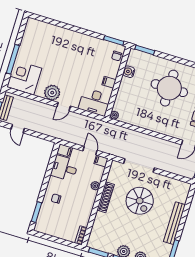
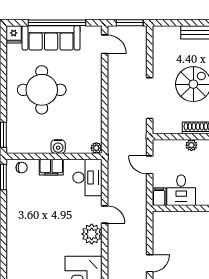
water cooler: (129, 72) -> (58, 147), moved
filing cabinet: (109, 82) -> (51, 167), width x2.00
door: (90, 151) -> (150, 165), hinge flipped
filing cabinet: (101, 161) -> (158, 147), removed

